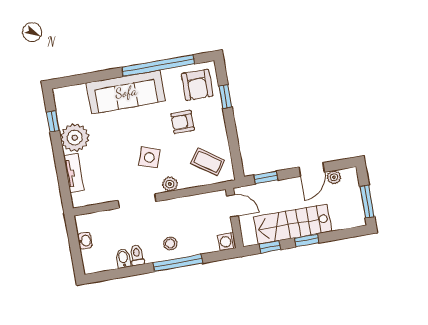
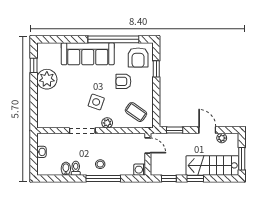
door: (312, 170) -> (207, 130), swing flipped
tv unit: (74, 173) -> (42, 103), removed
stairs: (292, 224) -> (212, 165), moved

